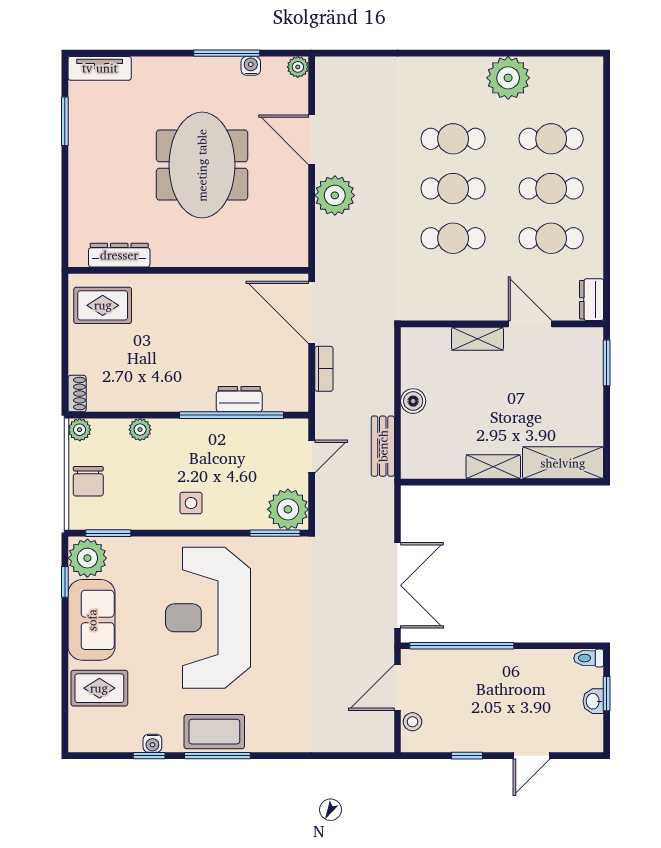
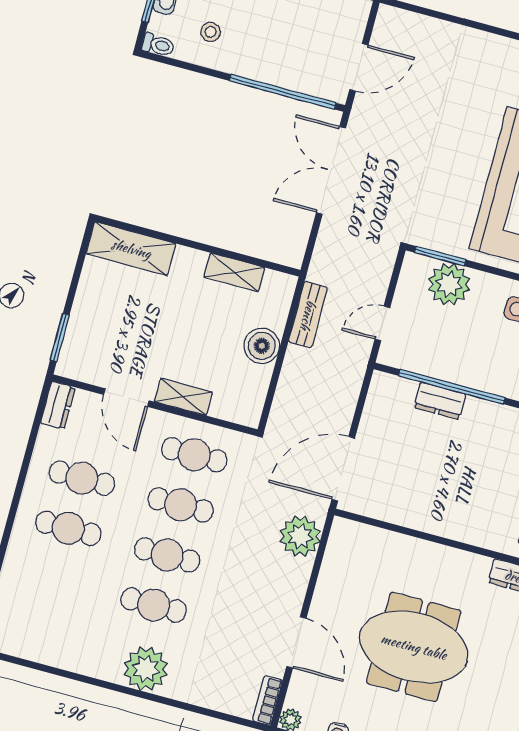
plant: (508, 78) -> (146, 669), moved
cafe table: (551, 139) -> (194, 455), moved
meeting table: (202, 165) -> (414, 647), turned 90
plant: (335, 195) -> (300, 536), moved
door: (312, 312) -> (343, 469), swing flipped
bookcase: (324, 369) -> (267, 700), moved
boiler: (413, 401) -> (262, 346), width x1.36, depth x1.36
shelving: (493, 467) -> (234, 272), moved
plant: (288, 509) -> (449, 284), moved
stool: (412, 722) -> (211, 32), moved

